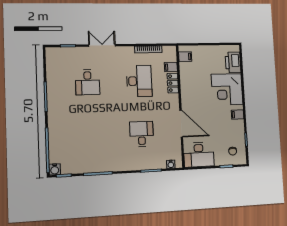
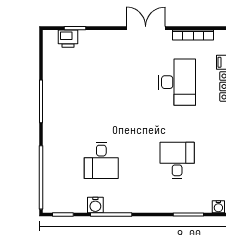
double door: (102, 45) -> (146, 28), moved
printer: (63, 53) -> (68, 39), added
desk: (88, 82) -> (101, 160), moved
water cooler: (55, 169) -> (95, 205), moved

